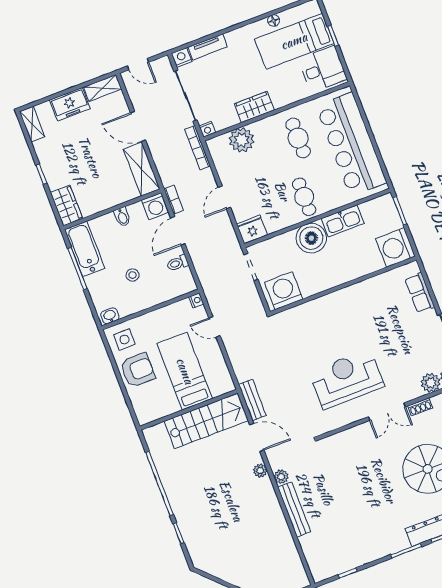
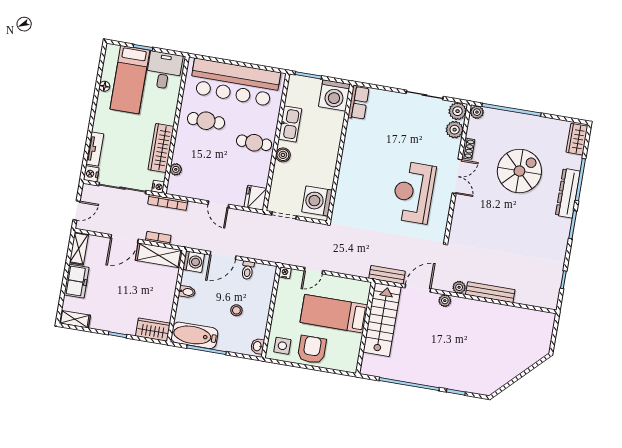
wardrobe: (254, 107) -> (161, 148), width x1.50
plant: (242, 140) -> (176, 169), width x0.53, depth x0.53
bookcase: (174, 200) -> (158, 238), moved
door: (178, 231) -> (223, 255), hinge flipped
boiler: (311, 238) -> (283, 155), width x0.54, depth x0.54
row of seats: (420, 293) -> (359, 103), moved, turned -90

